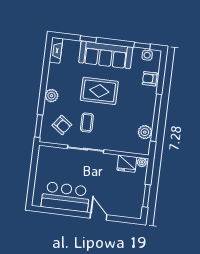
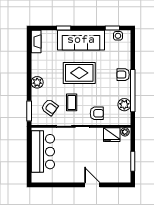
armchair: (150, 79) -> (123, 75), moved
armchair: (113, 138) -> (97, 113), added
bar counter: (66, 197) -> (43, 152), moved, turned 90

